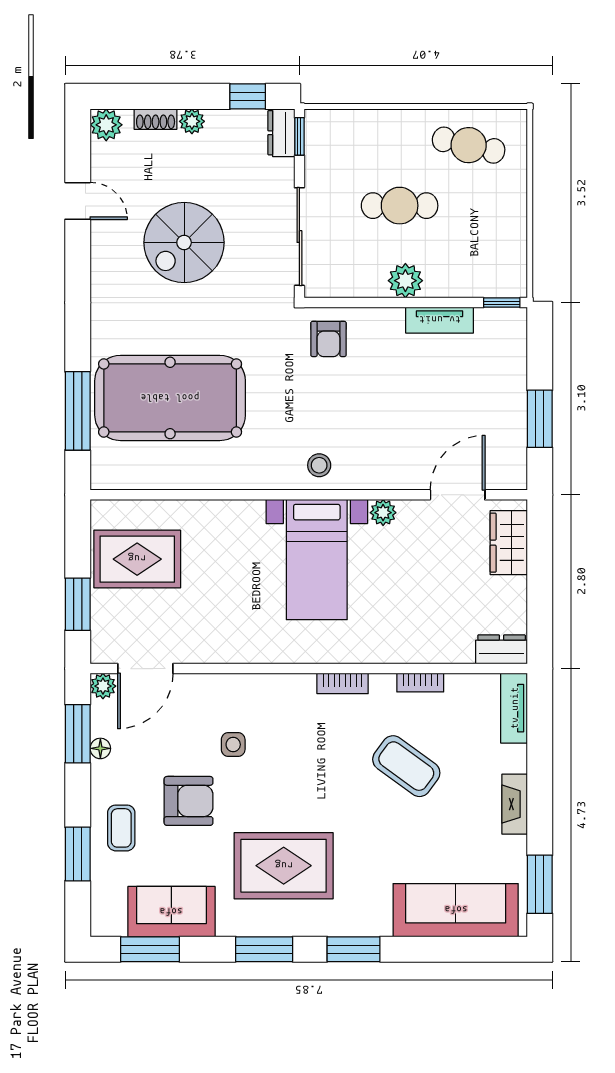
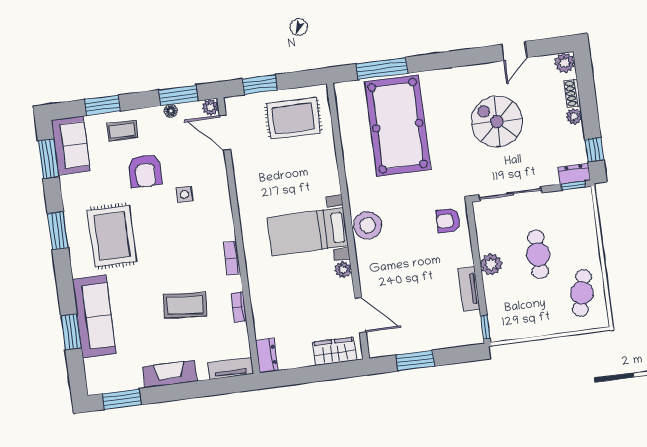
stool: (319, 465) -> (368, 225), width x1.89, depth x1.89
rug: (137, 559) -> (293, 118), turned 90
coffee table: (406, 766) -> (185, 305), turned 59
fireplace: (515, 804) -> (170, 374), width x1.37, depth x1.32
sofa: (456, 910) -> (94, 317), moved
sofa: (171, 912) -> (71, 145), moved
window: (354, 949) -> (71, 332), moved

